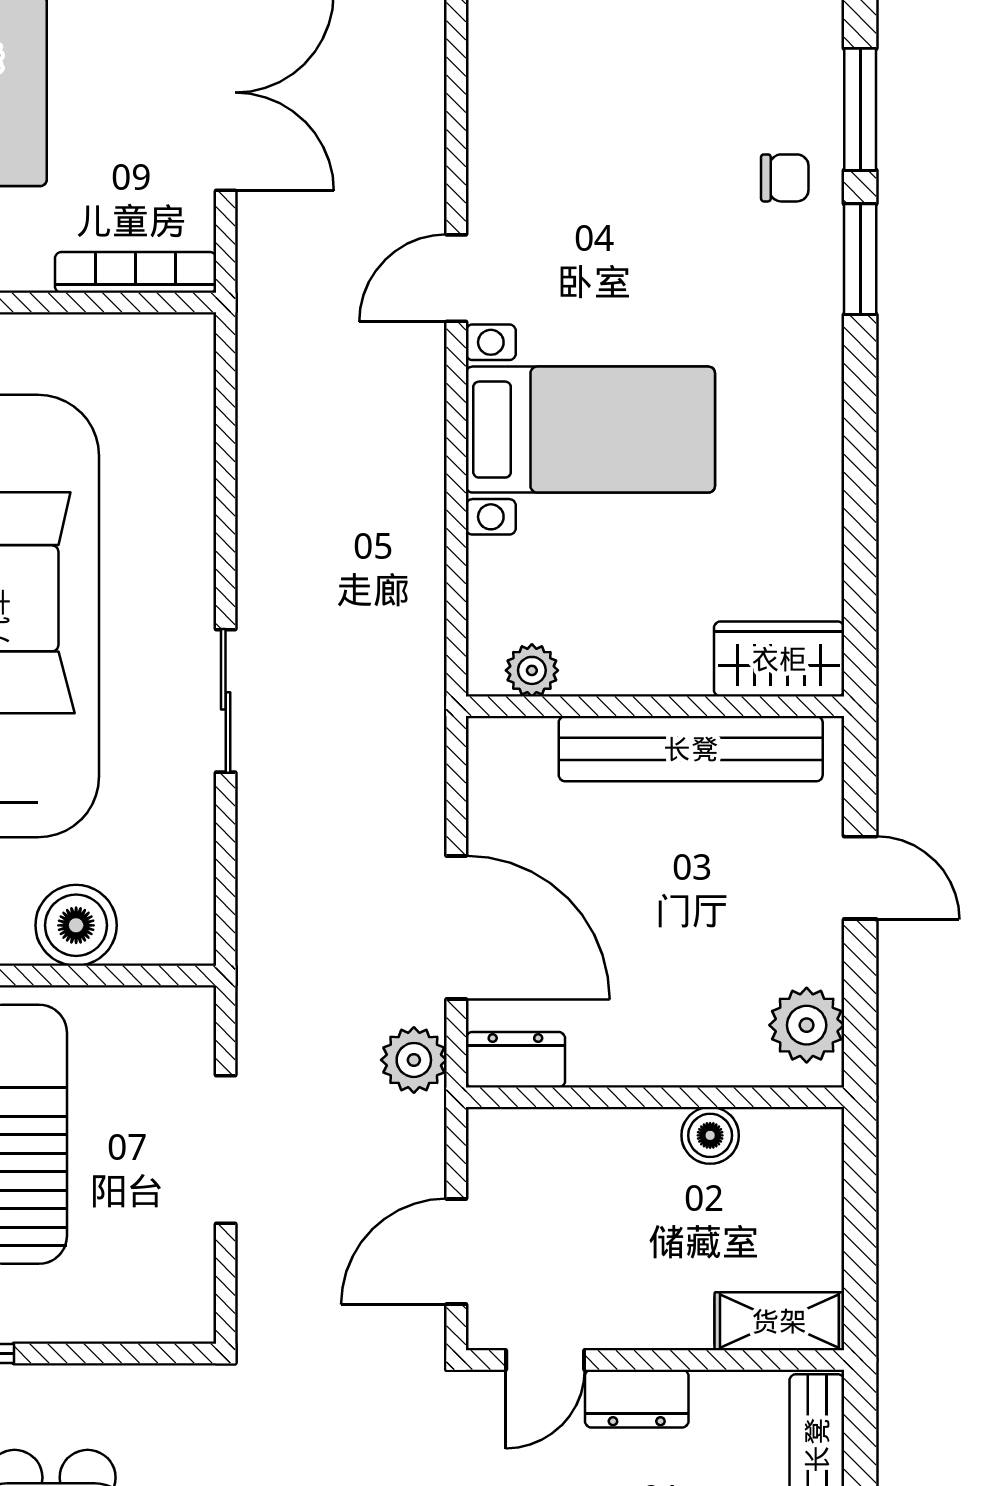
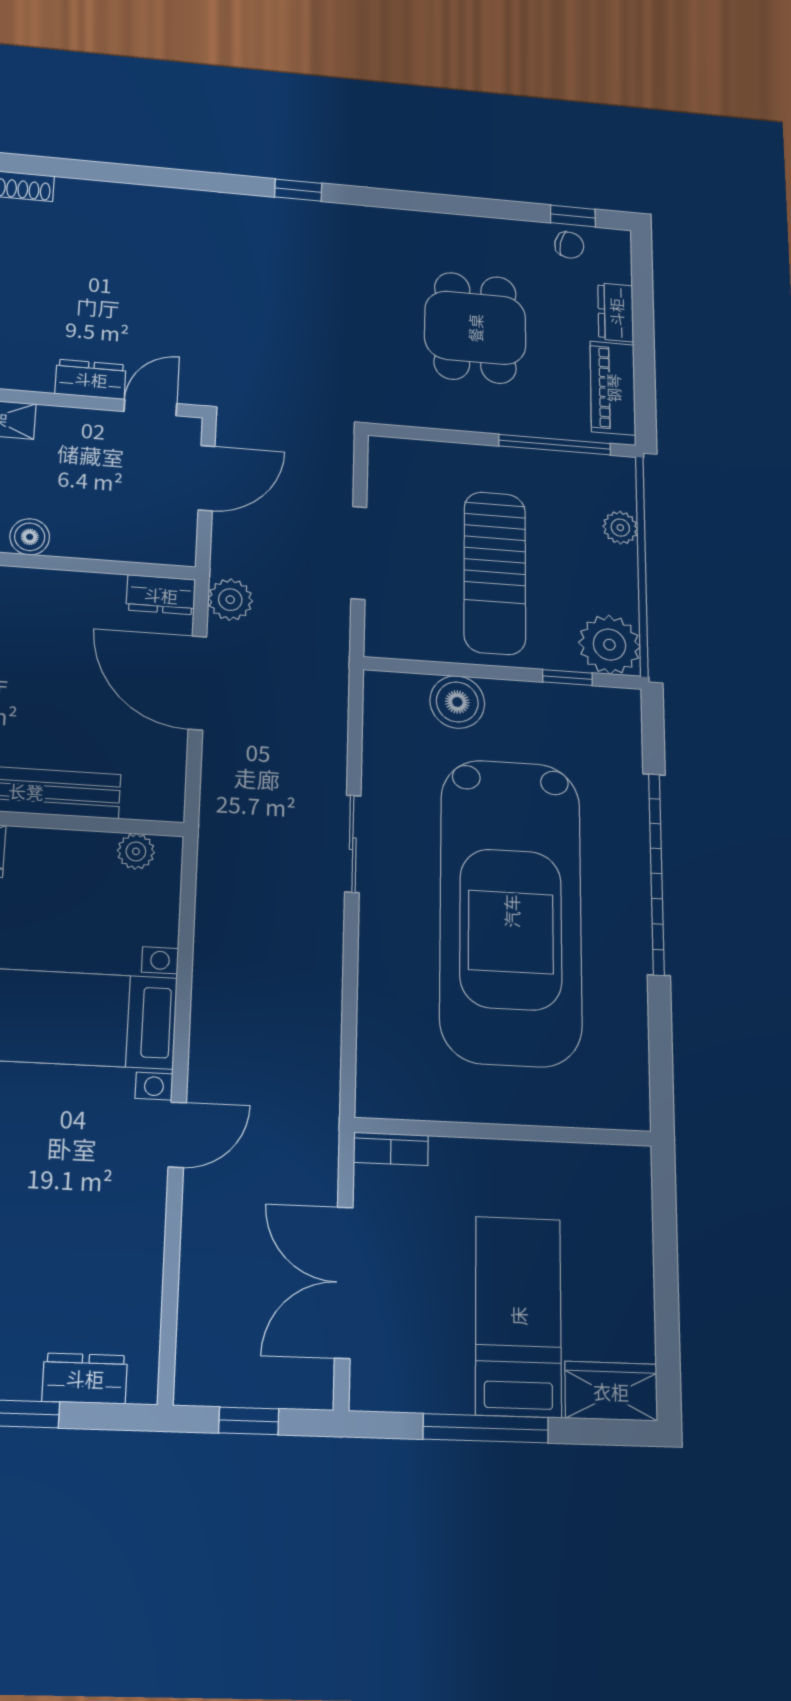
bookcase: (136, 272) -> (391, 1149), width x0.64

